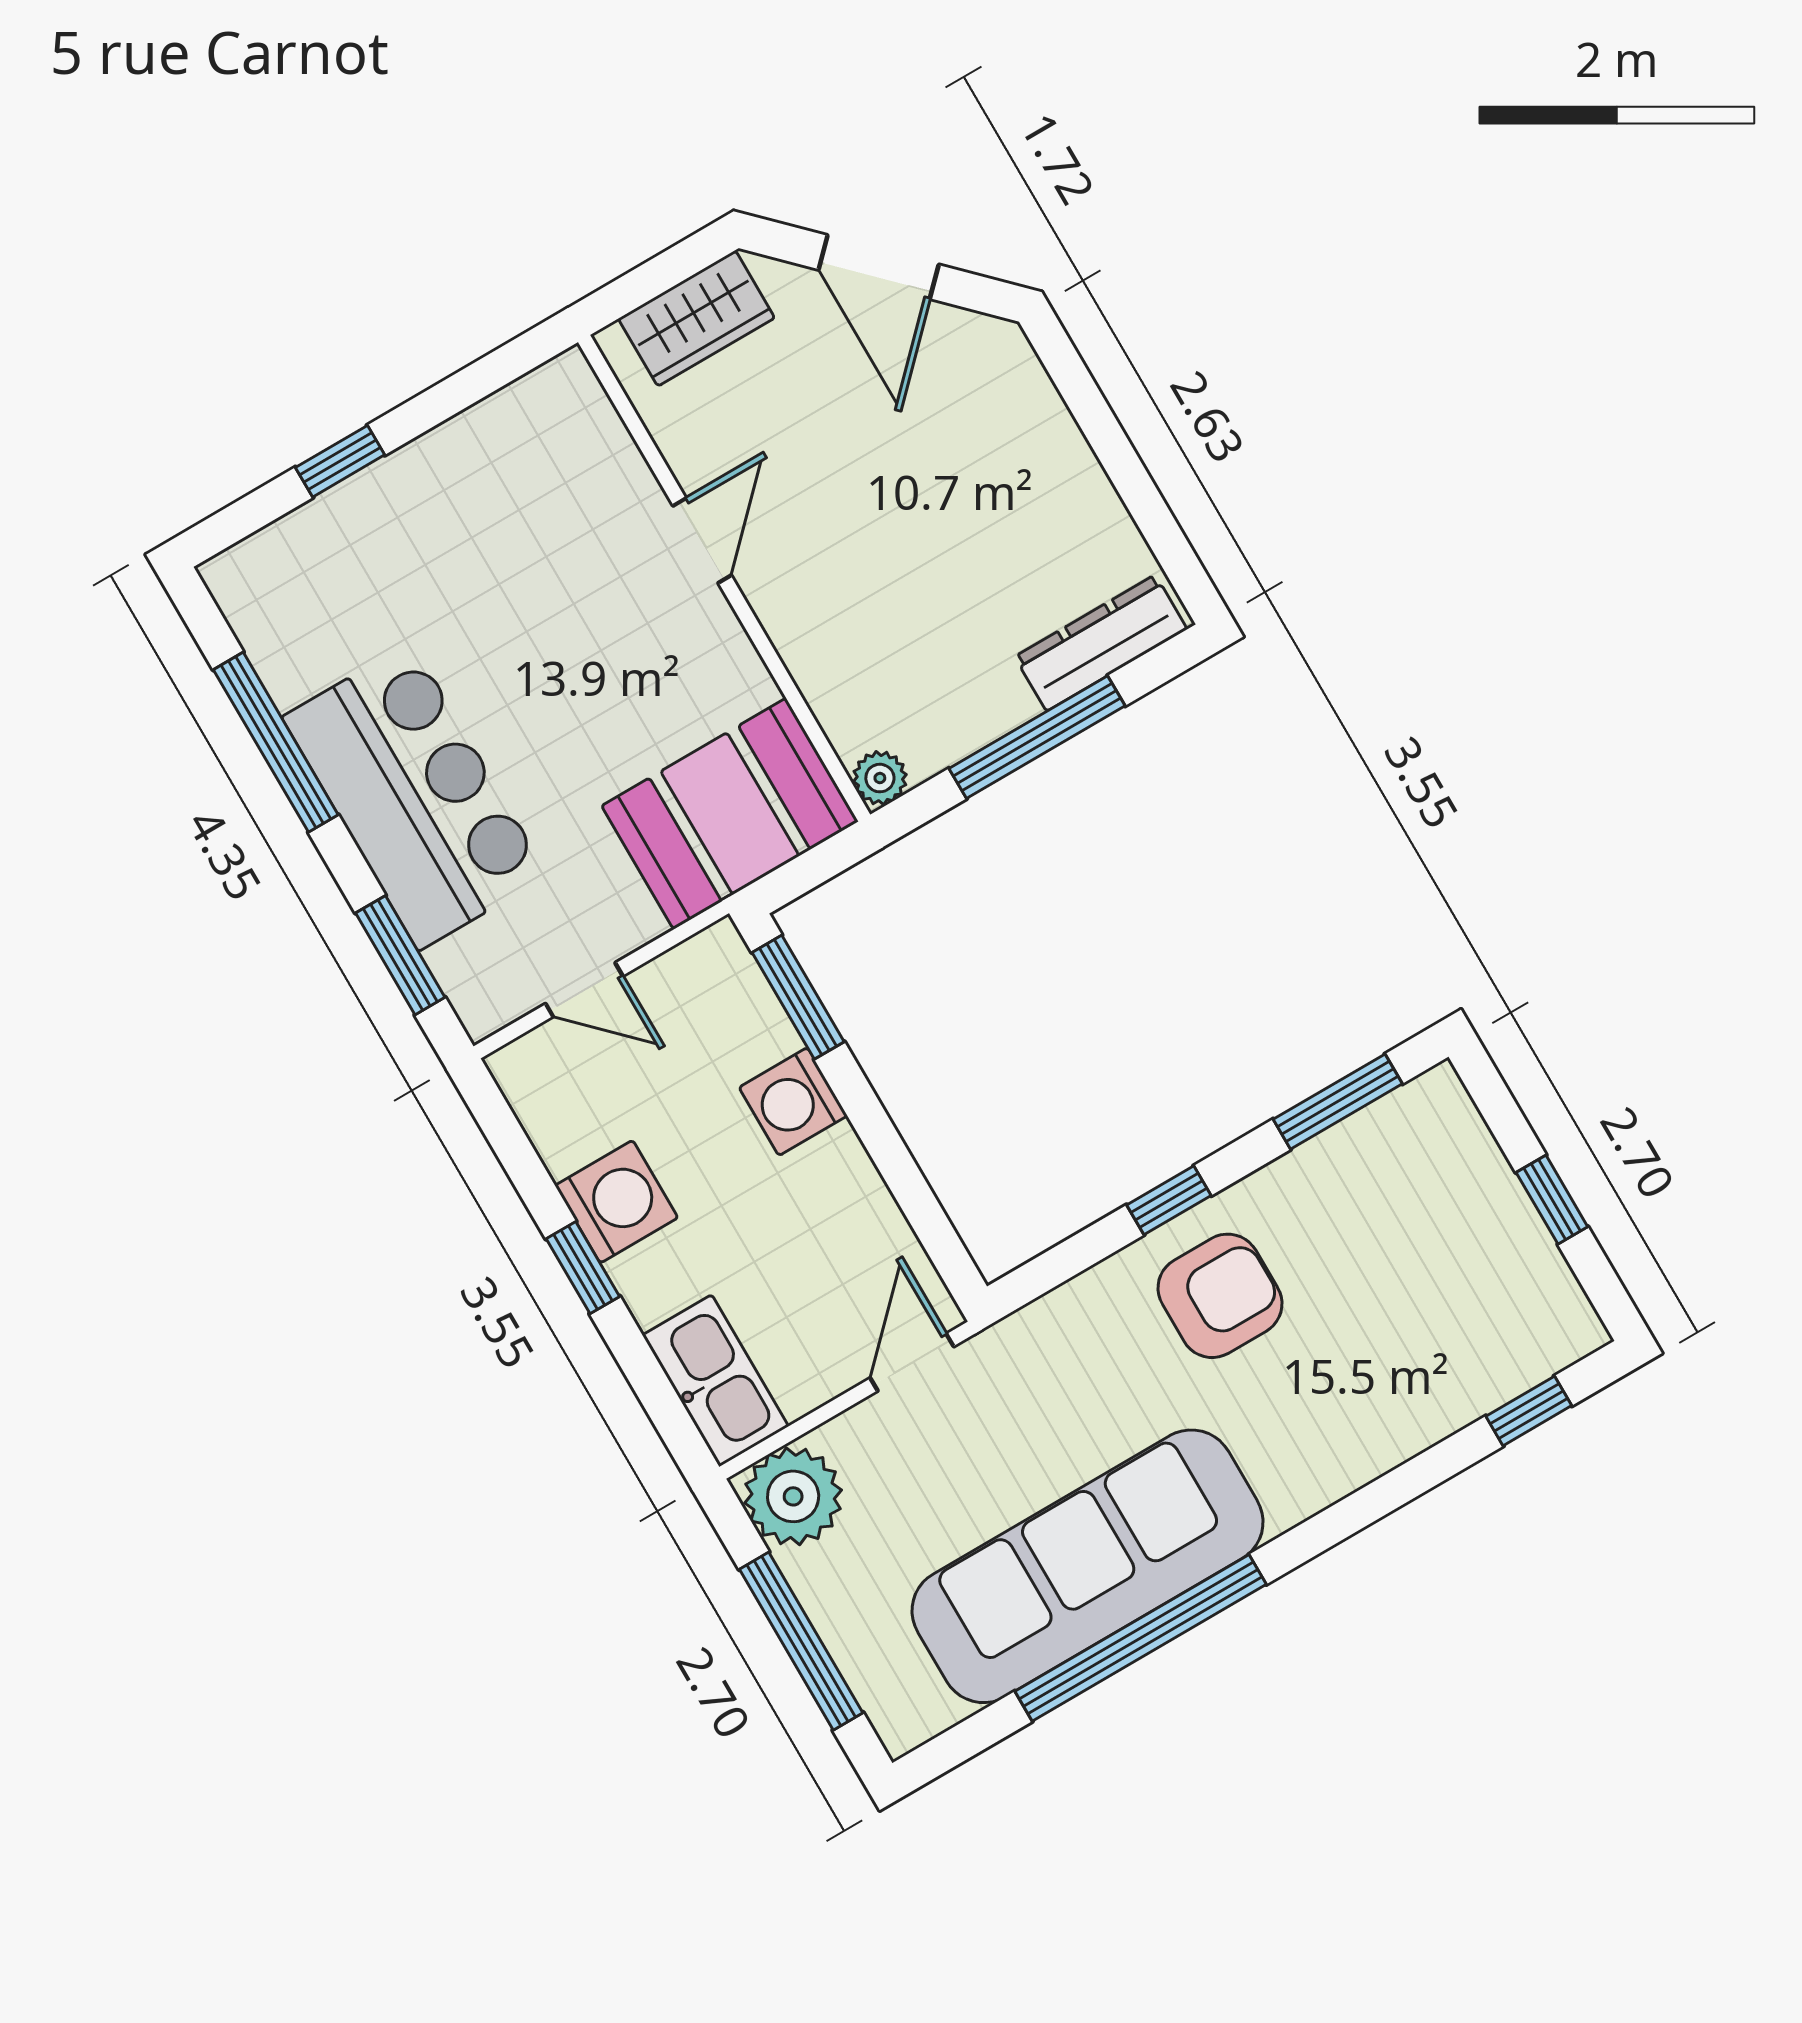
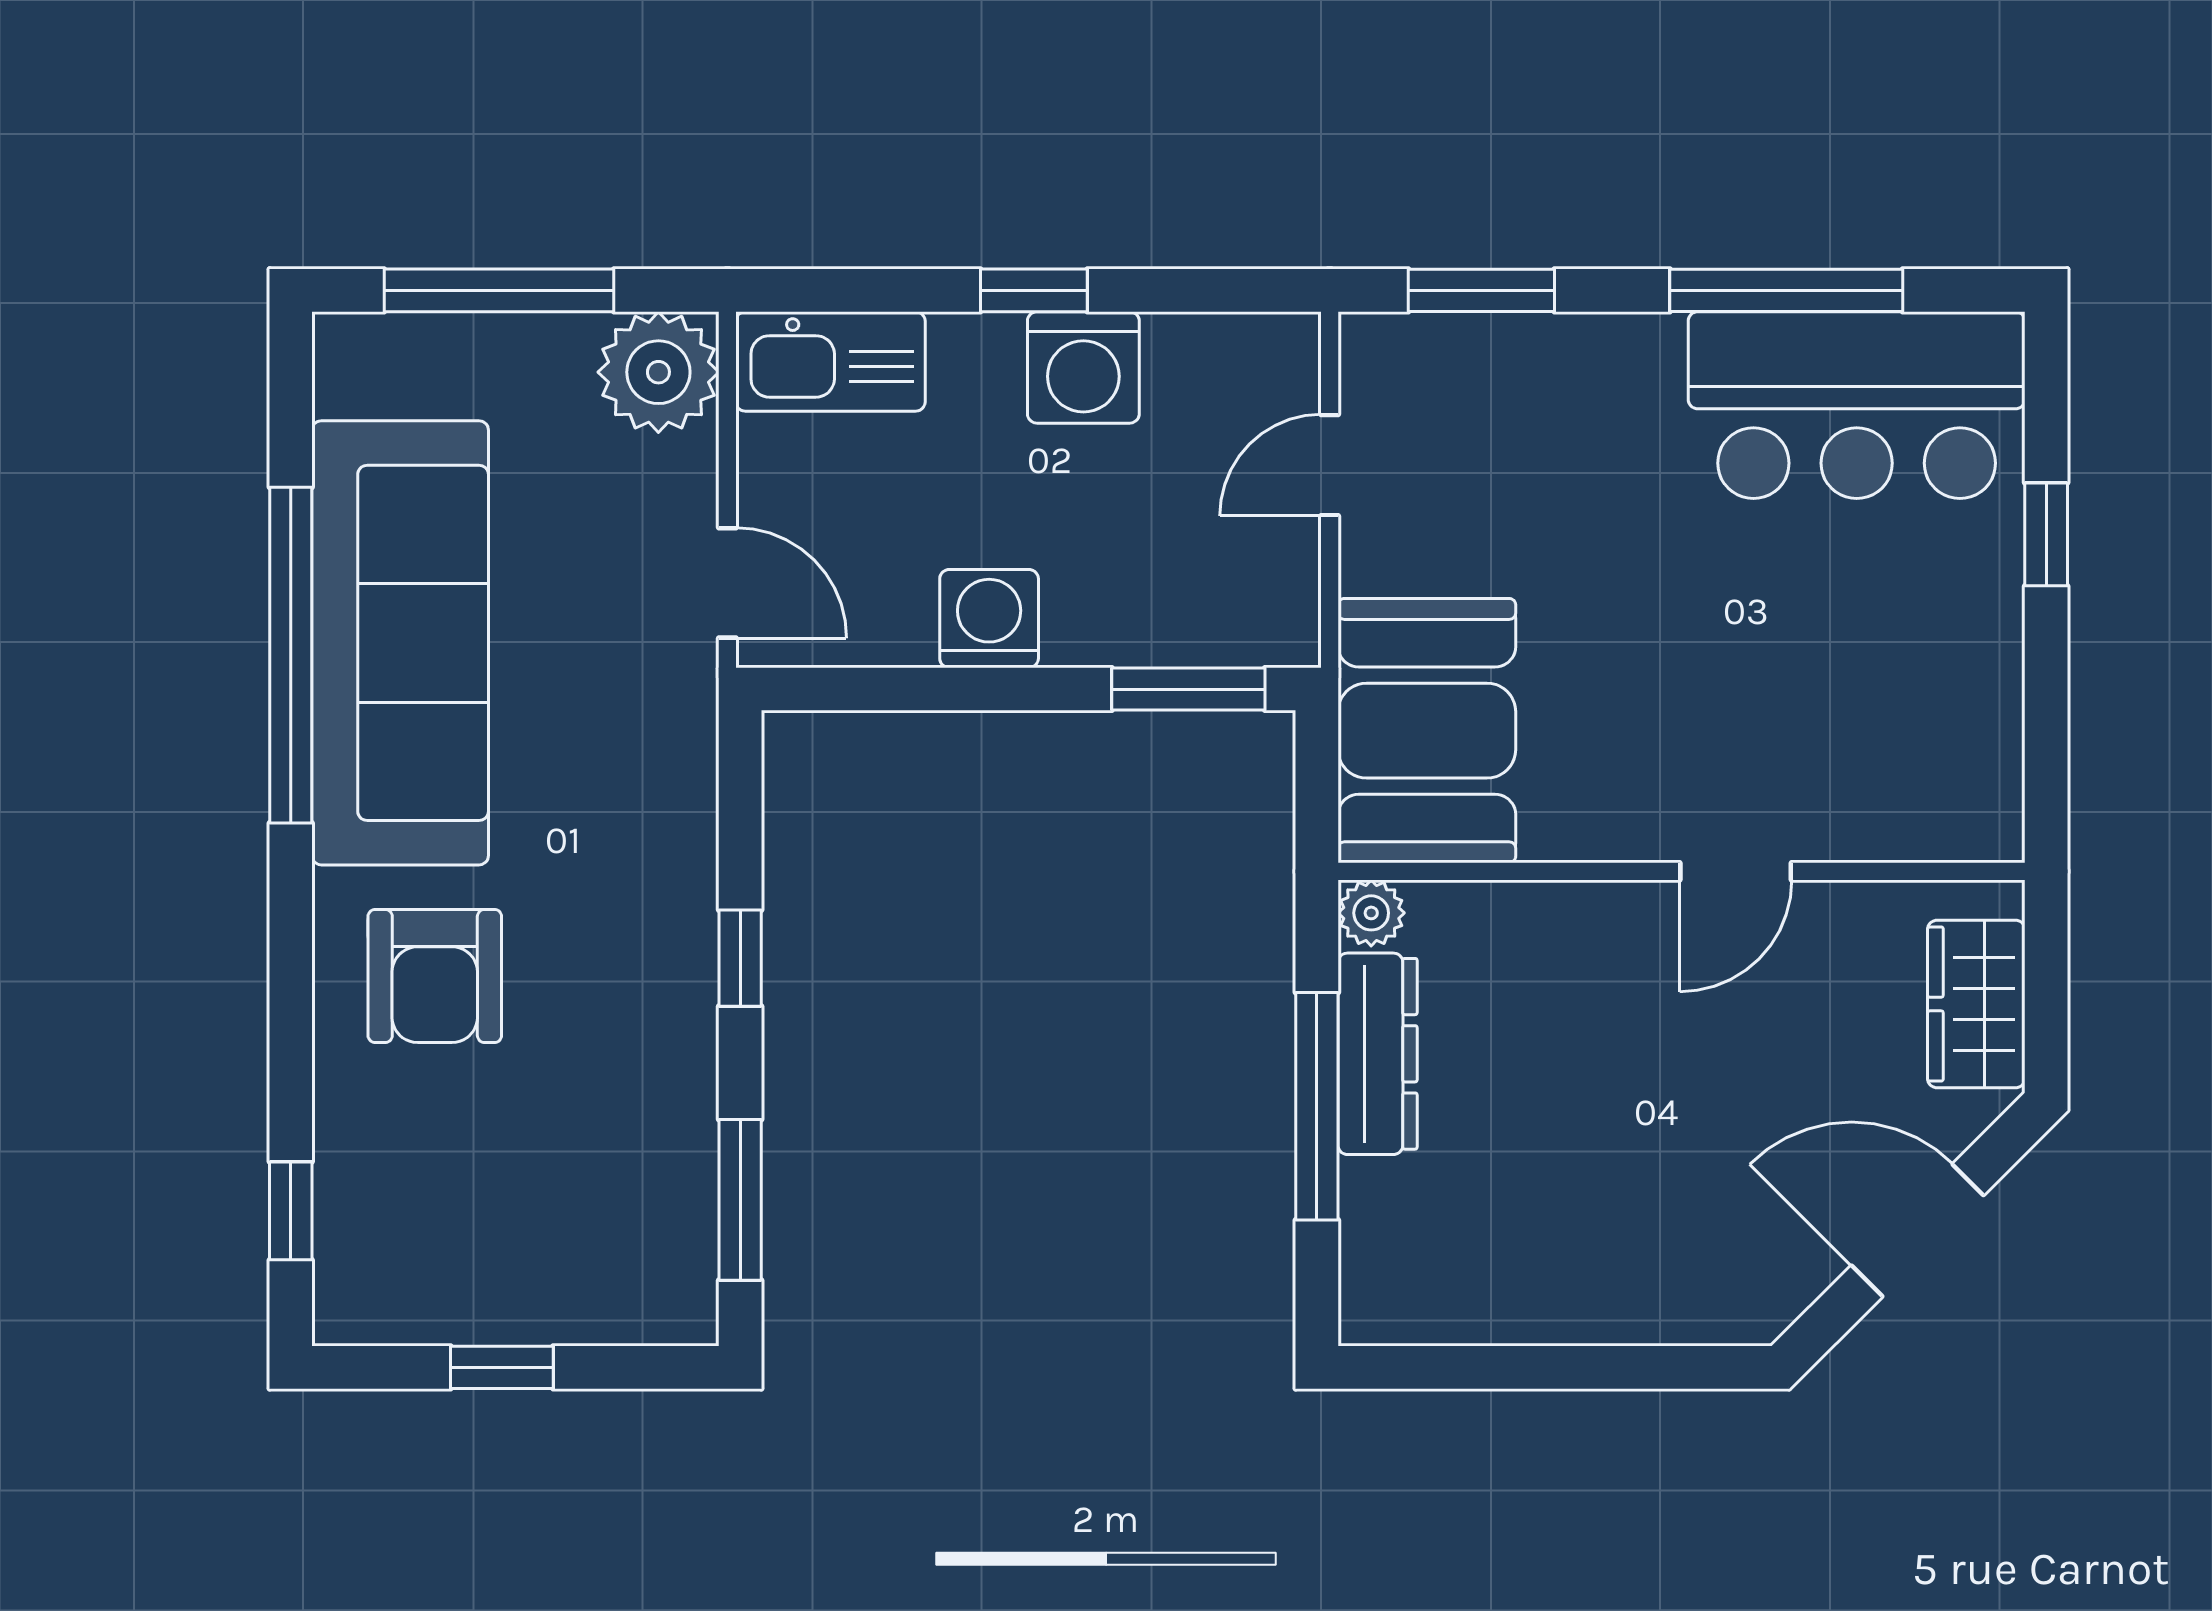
door: (702, 540) -> (1736, 871), hinge flipped
dresser: (1101, 643) -> (1378, 1054), moved
bar counter: (415, 796) -> (1857, 405), moved
washing machine: (793, 1102) -> (989, 619), moved
armchair: (1220, 1296) -> (435, 976), moved

